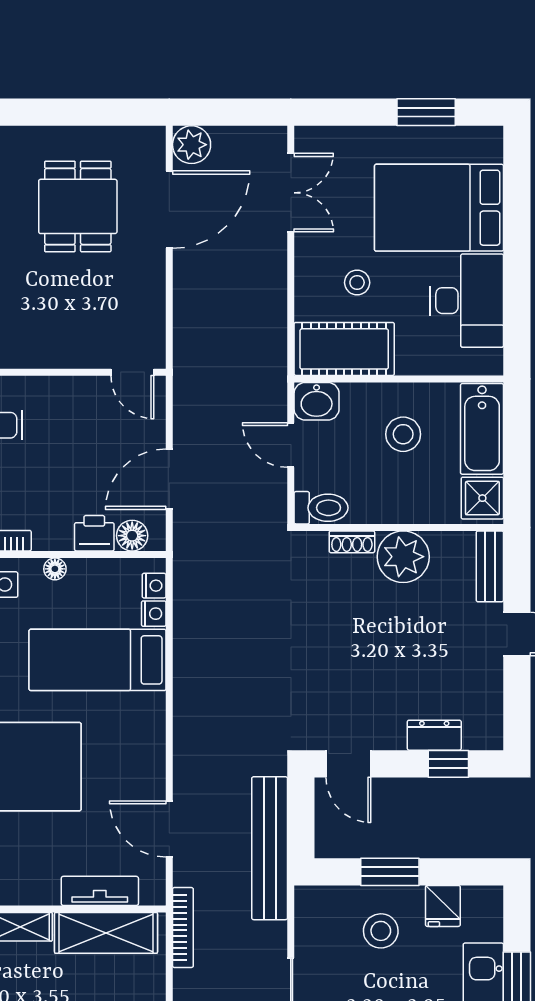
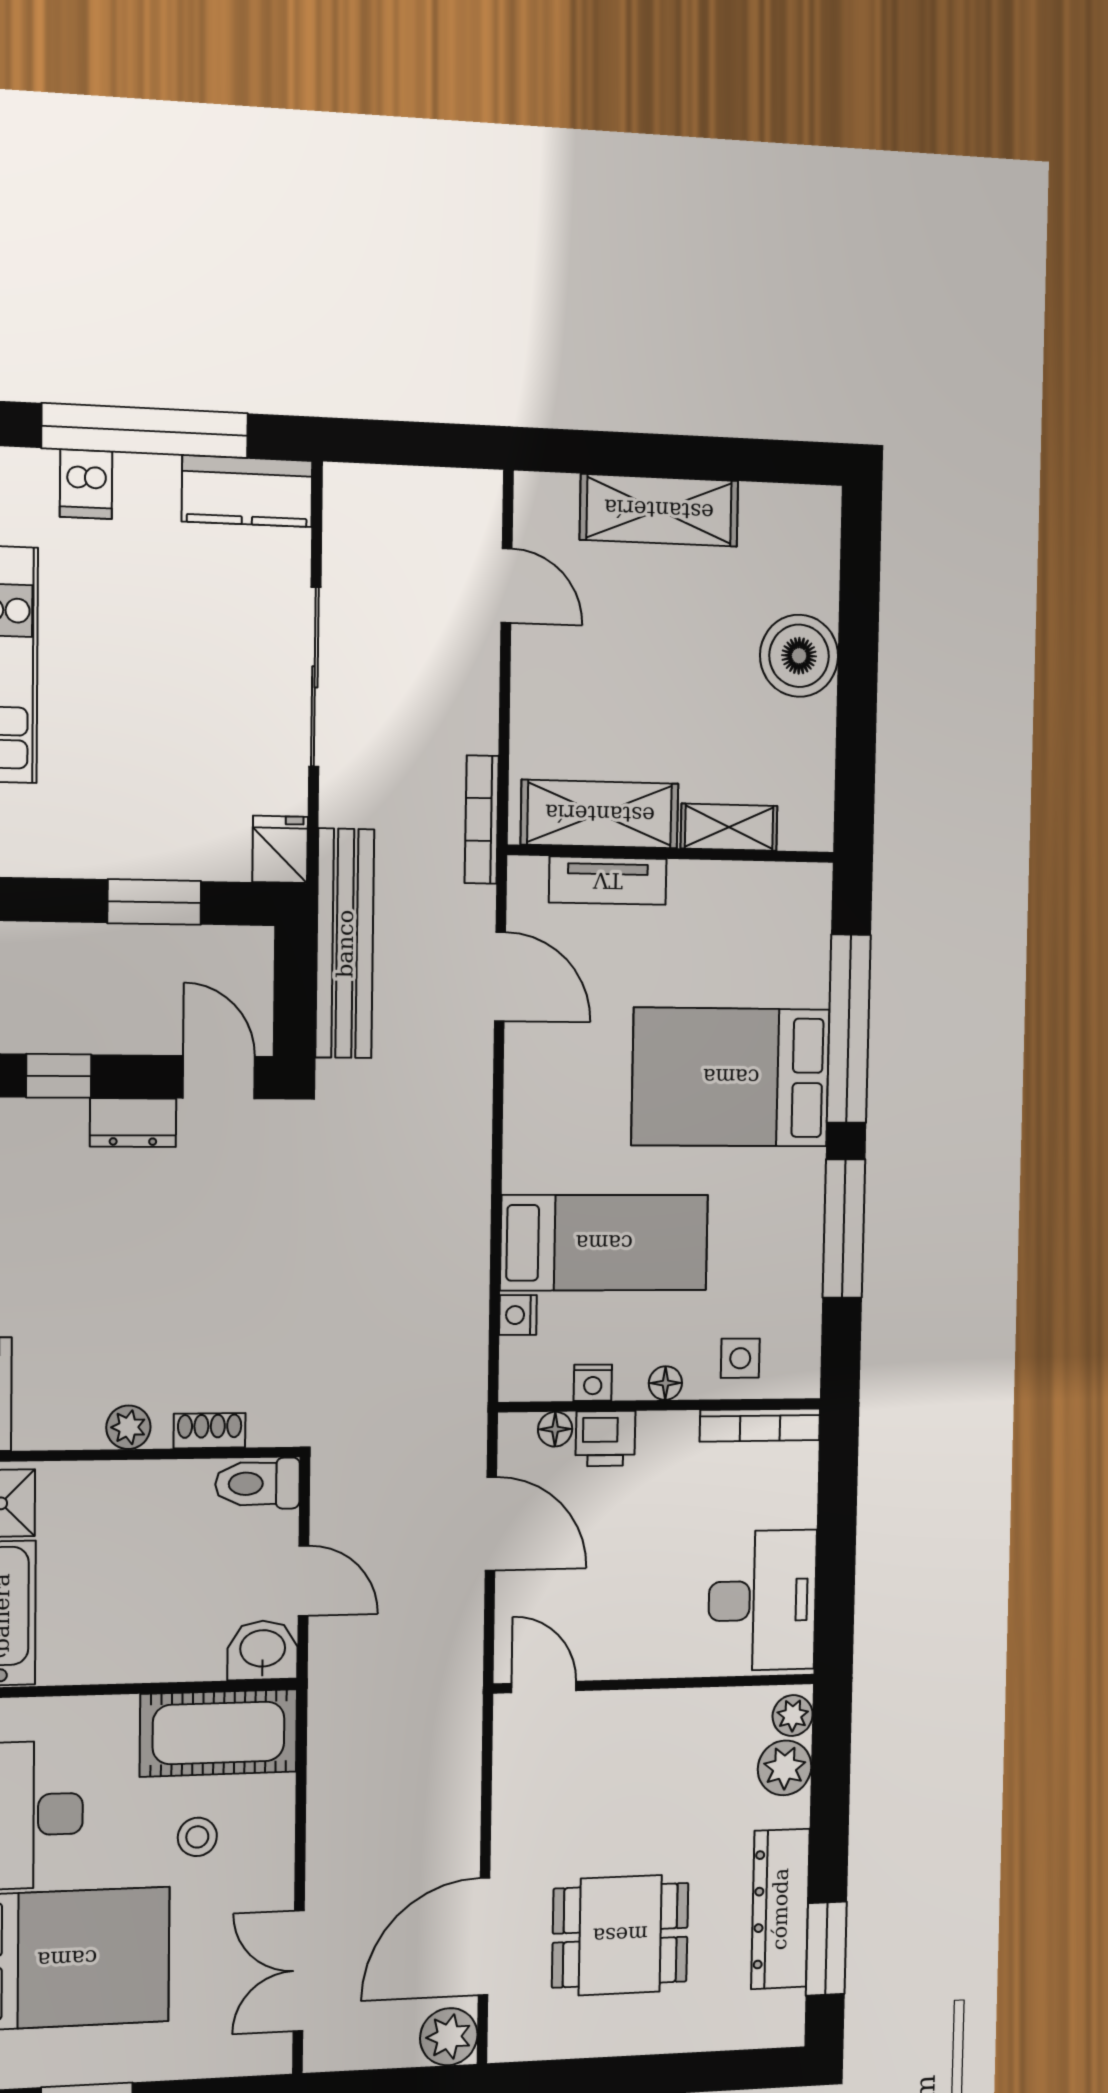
dining table: (78, 206) -> (620, 1935), turned 90
stool: (403, 434) -> (127, 1602), removed
door: (169, 479) -> (491, 1524), hinge flipped
floor lamp: (132, 536) -> (555, 1429), width x0.73, depth x0.73
plant: (403, 557) -> (128, 1427), width x0.53, depth x0.53
nightstand: (154, 586) -> (593, 1383), moved, turned -90
dresser: (434, 735) -> (133, 1123), moved
fridge: (443, 906) -> (280, 849), moved
stool: (381, 931) -> (170, 806), removed

